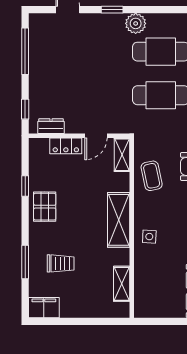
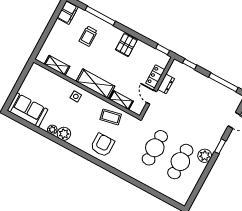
dresser: (51, 126) -> (166, 84), moved
shelving: (122, 155) -> (121, 100), moved
window: (25, 186) -> (163, 49), moved
pallet: (45, 207) -> (126, 45), turned 90
window: (25, 262) -> (100, 16), width x1.44

